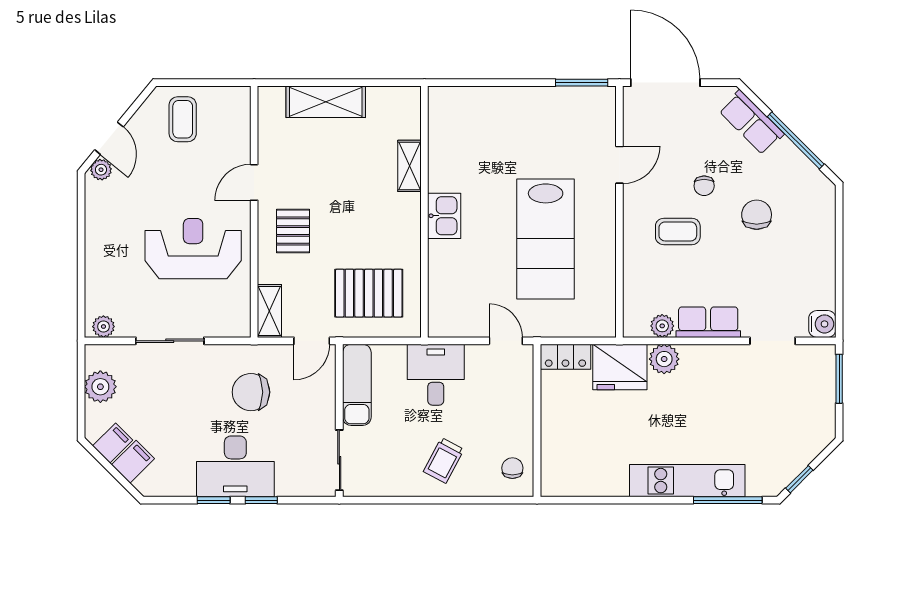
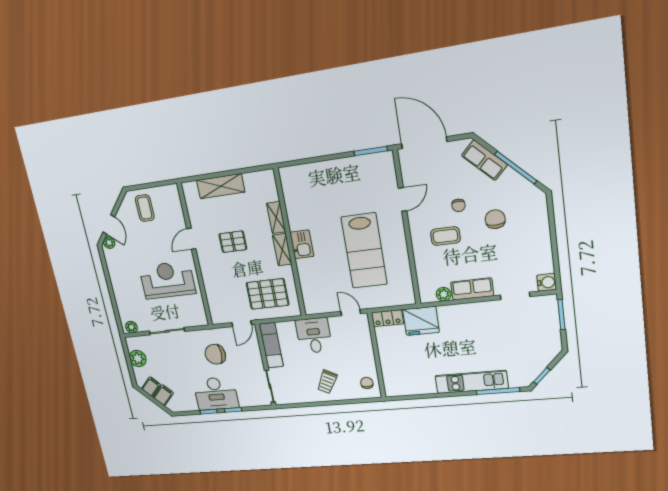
pallet: (293, 231) -> (233, 242), moved, turned 90
shelving: (269, 311) -> (282, 250), moved
plant: (664, 359) -> (448, 314), removed

